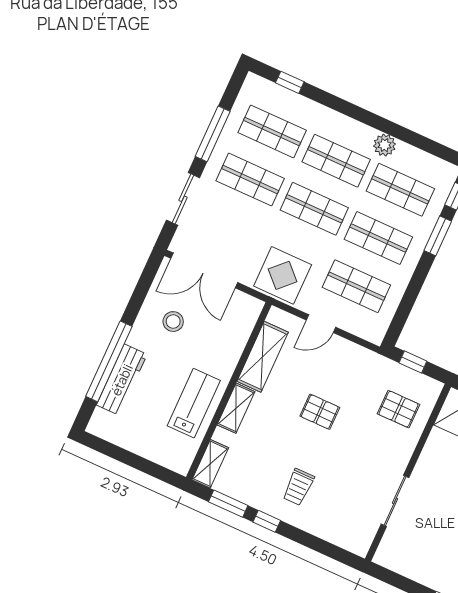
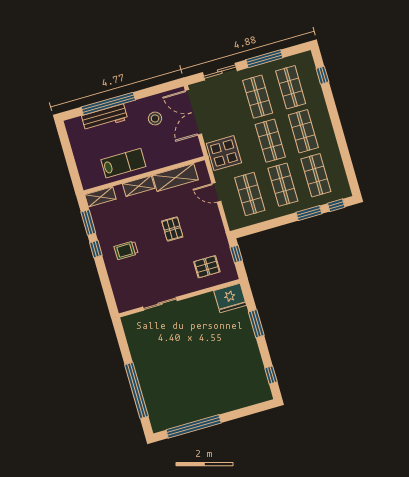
plant: (385, 145) -> (331, 148), removed
pallet: (398, 409) -> (207, 267), turned 90

